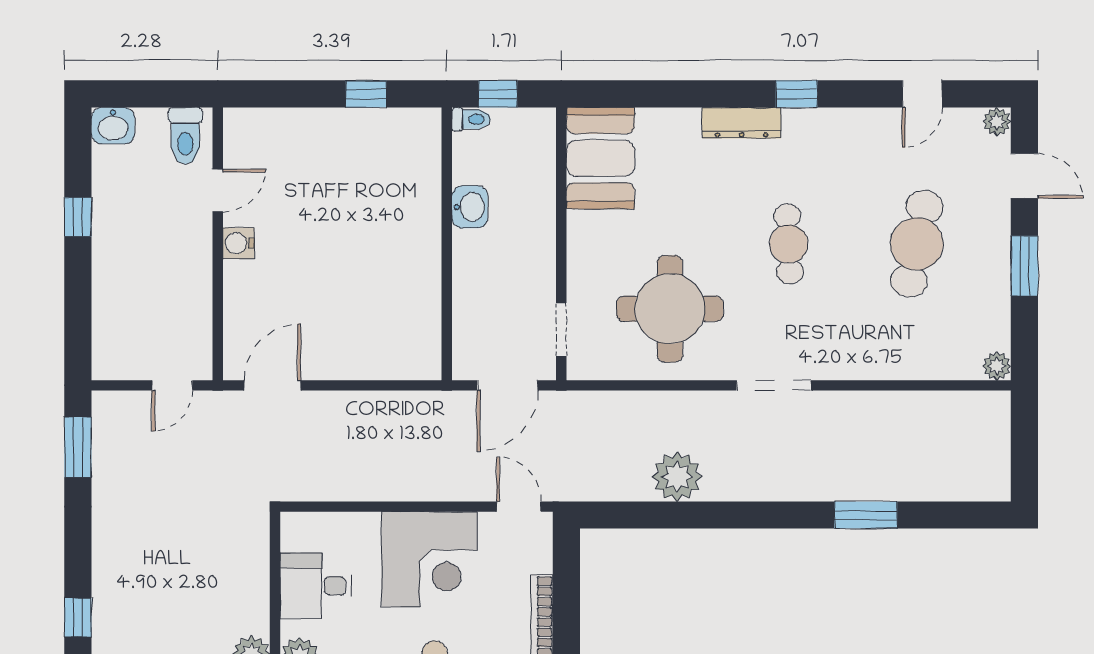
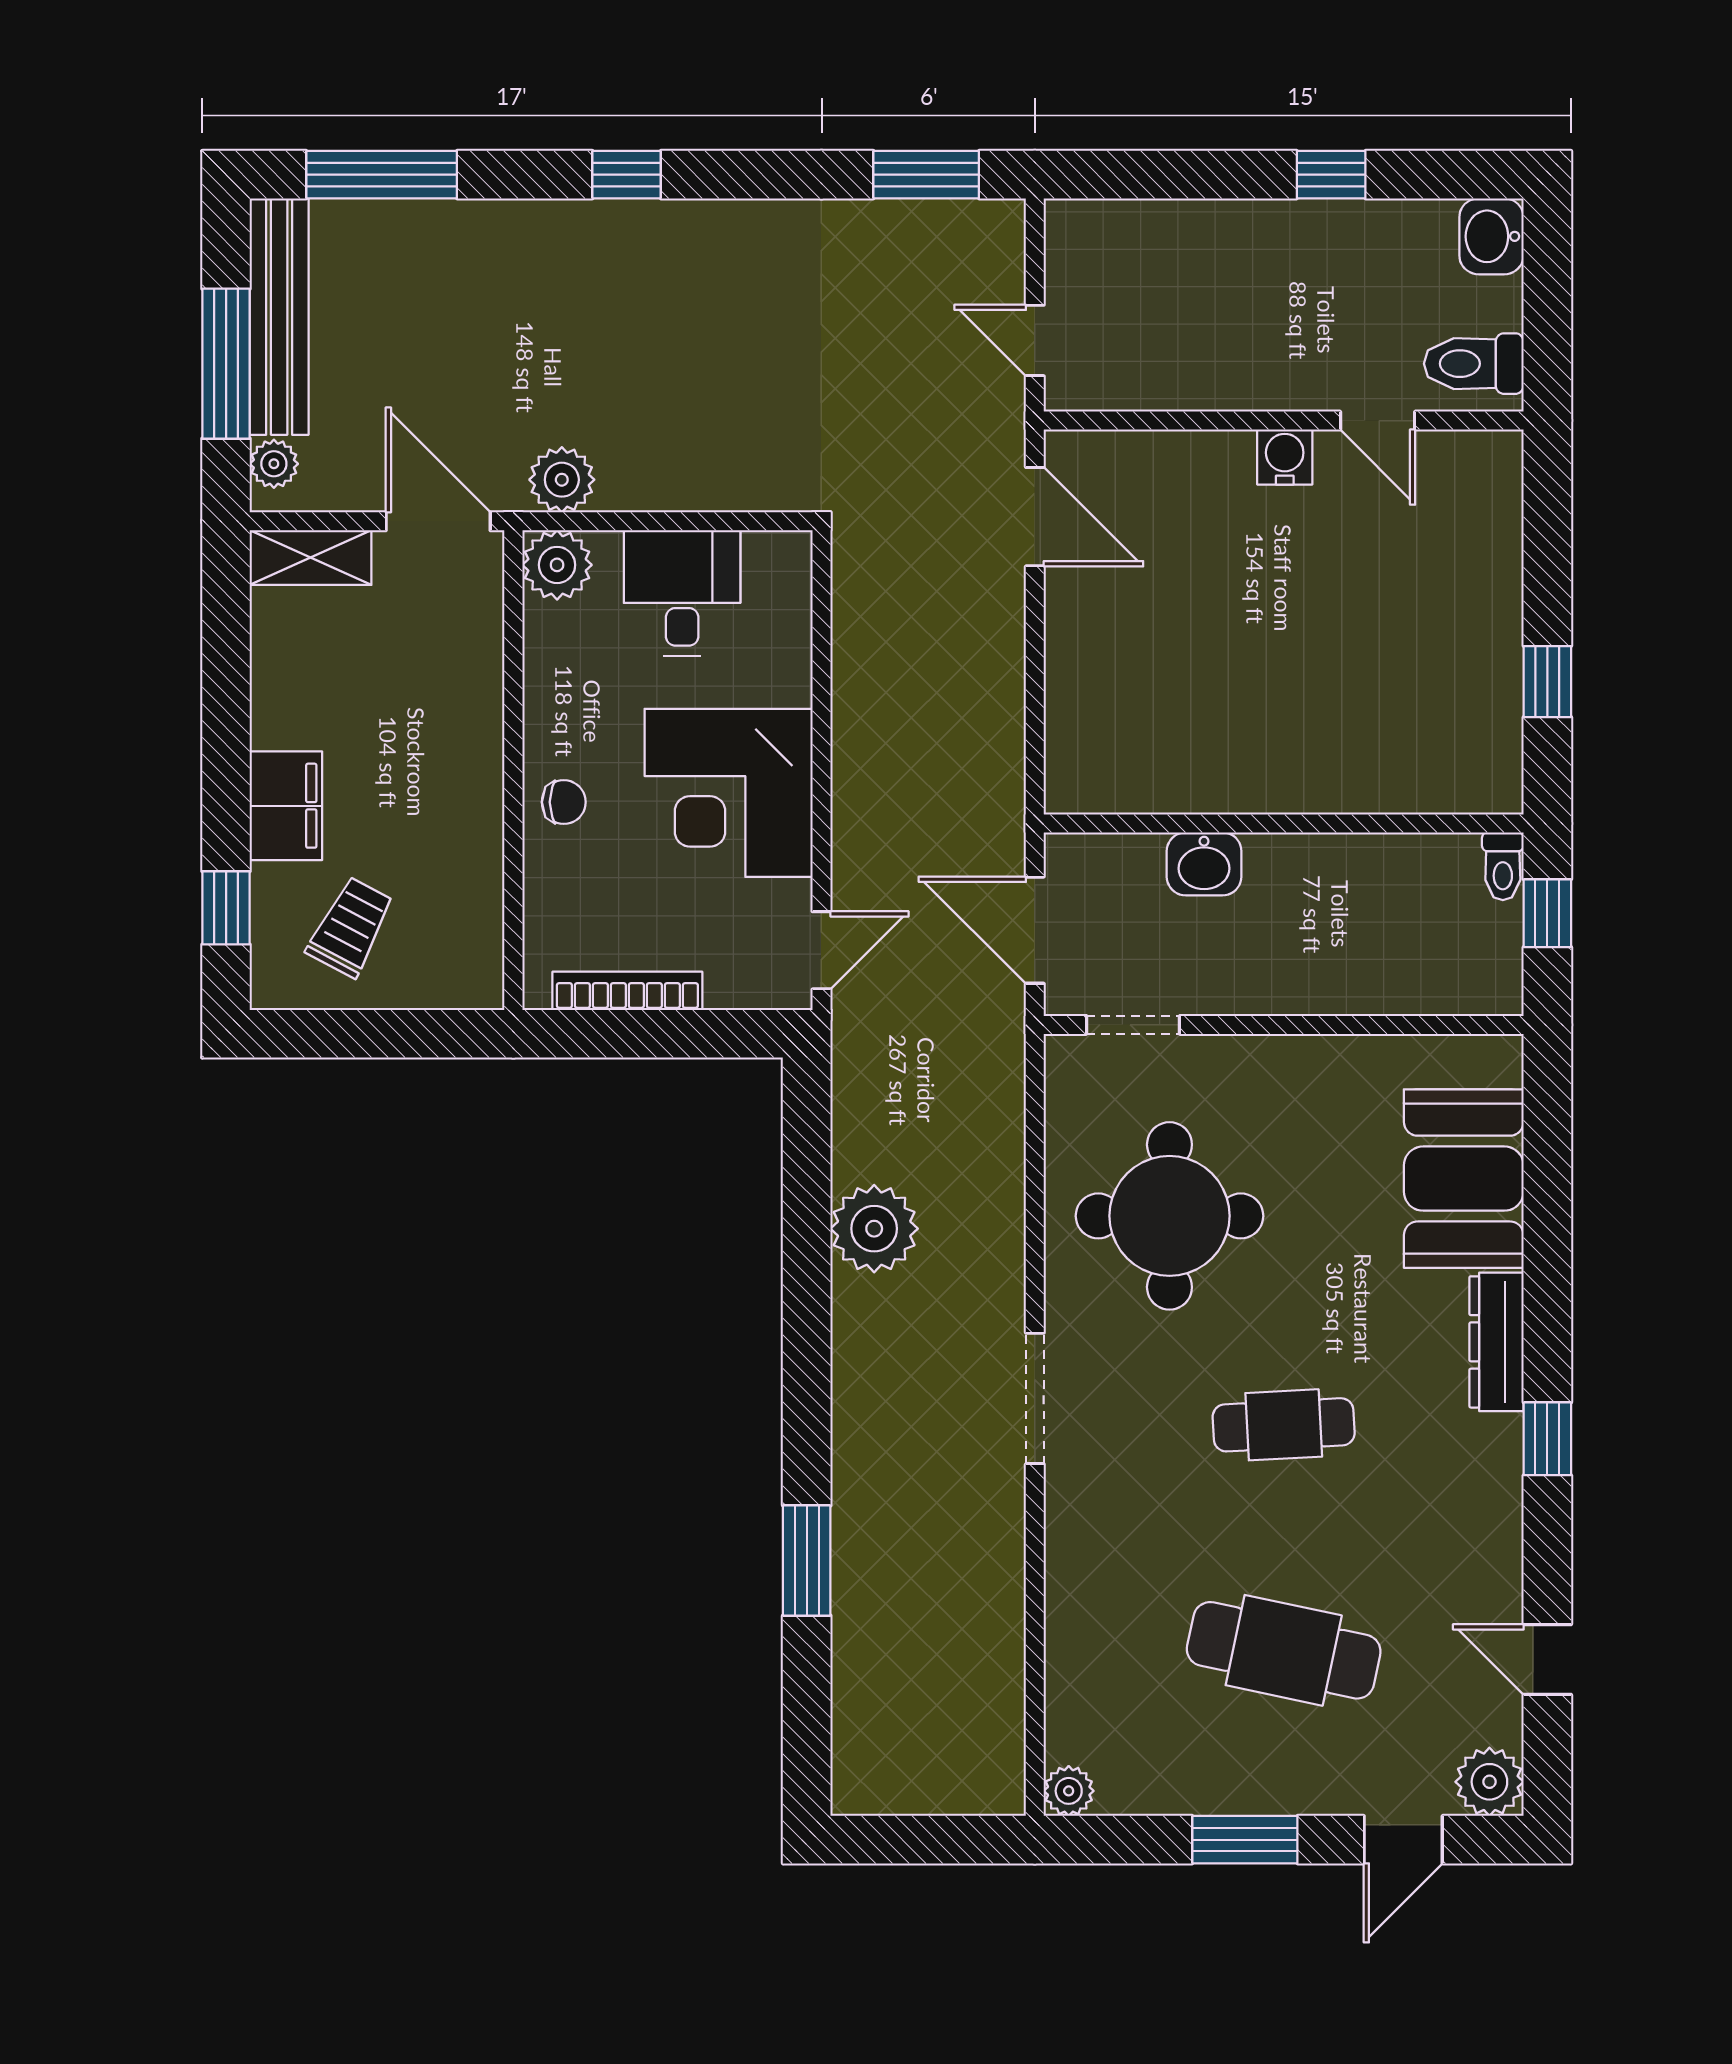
plant: (997, 122) -> (1489, 1782), width x1.38, depth x1.38
booth: (600, 158) -> (1464, 1179), moved, turned 90
washbasin: (470, 207) -> (1204, 864), moved

